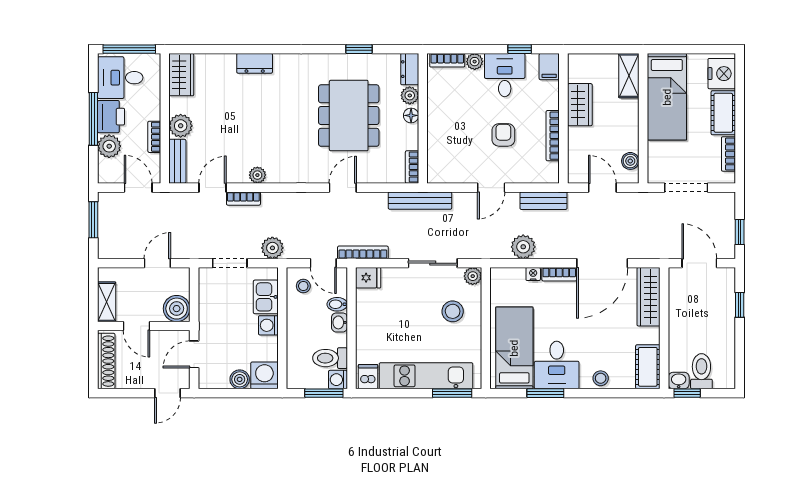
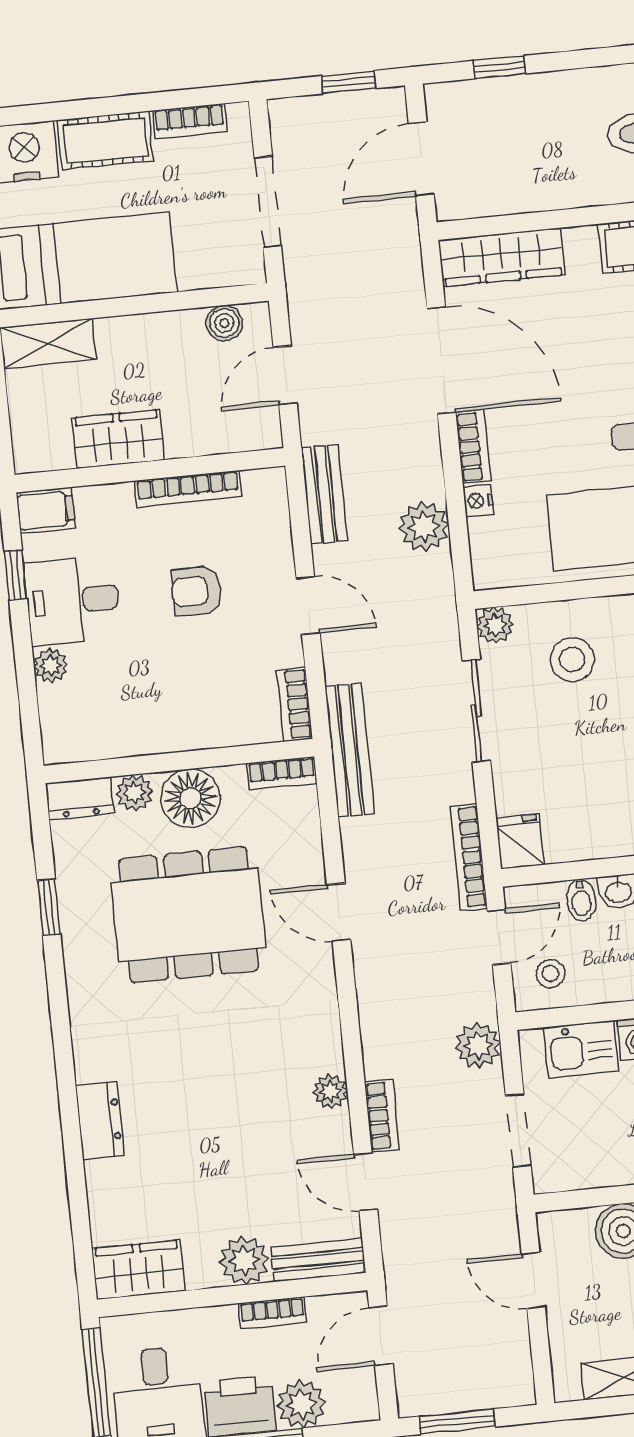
bookcase: (447, 60) -> (295, 704), moved, turned 180
floor lamp: (411, 115) -> (191, 798), width x1.89, depth x1.89

